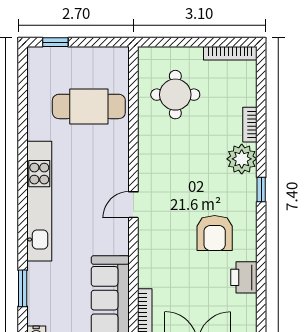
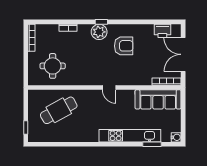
cafe table: (89, 106) -> (59, 110), turned 61
plant: (242, 159) -> (99, 32), moved
kitchen unit: (39, 201) -> (130, 136), moved
printer: (244, 277) -> (162, 31), moved

